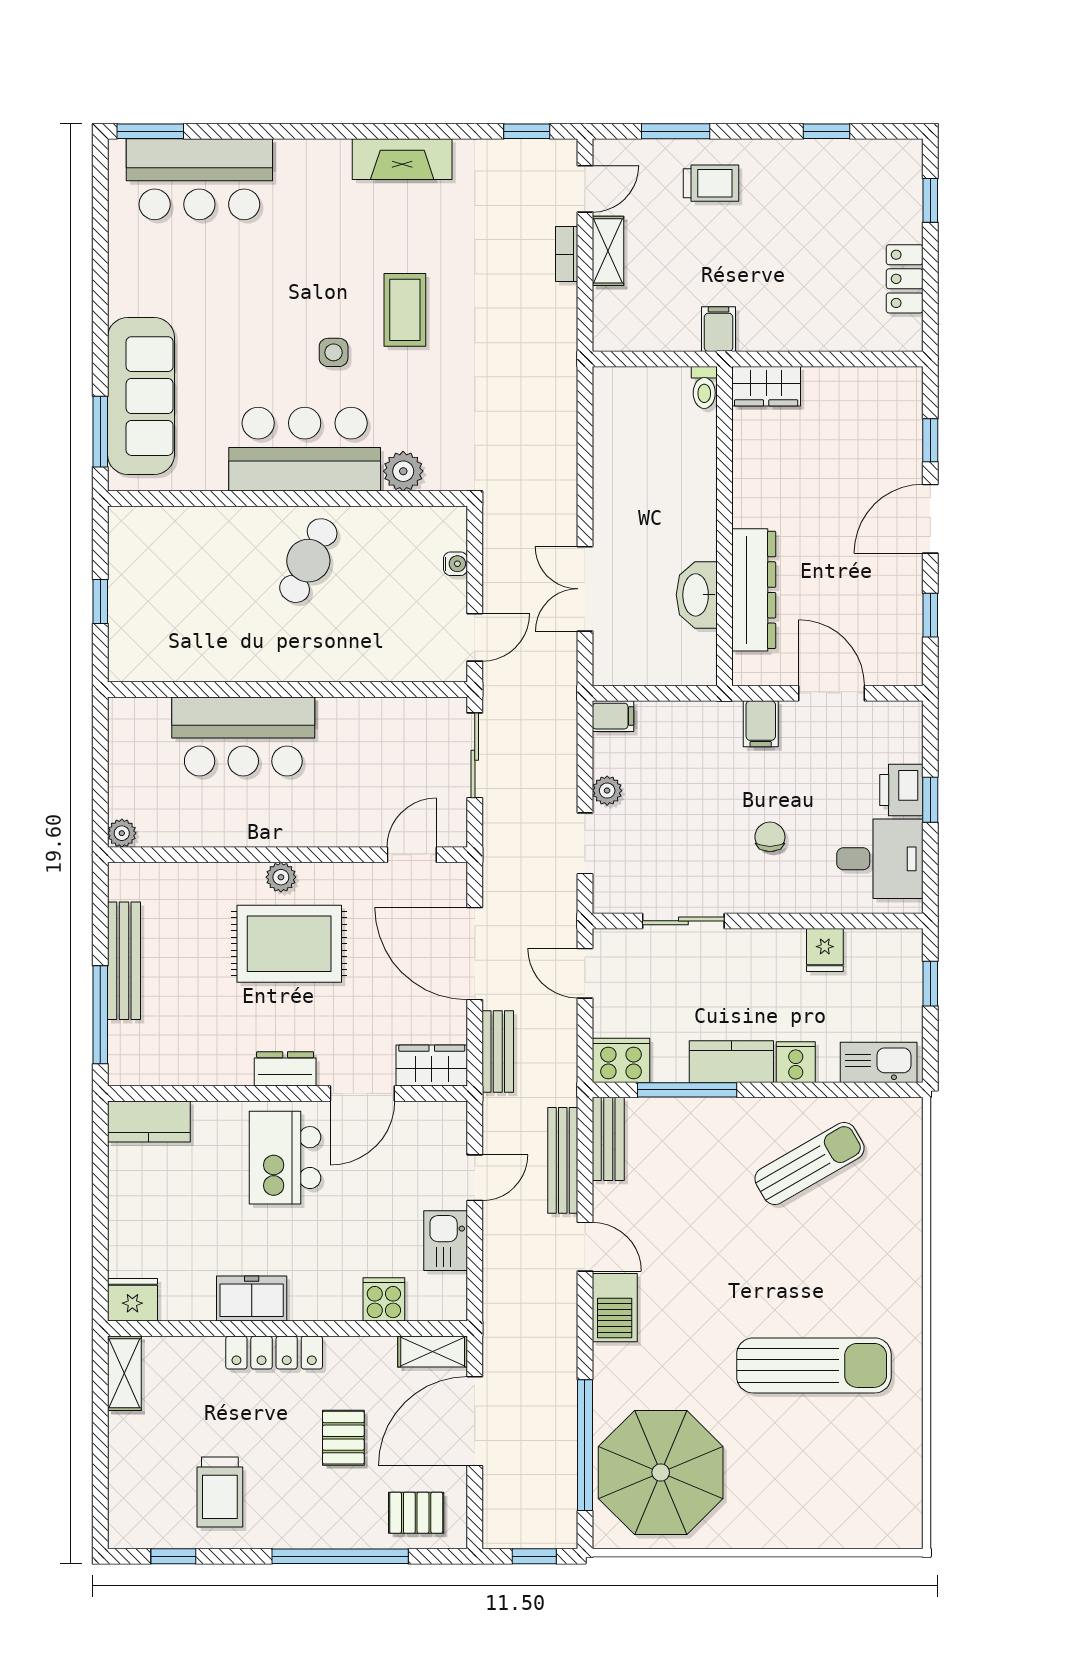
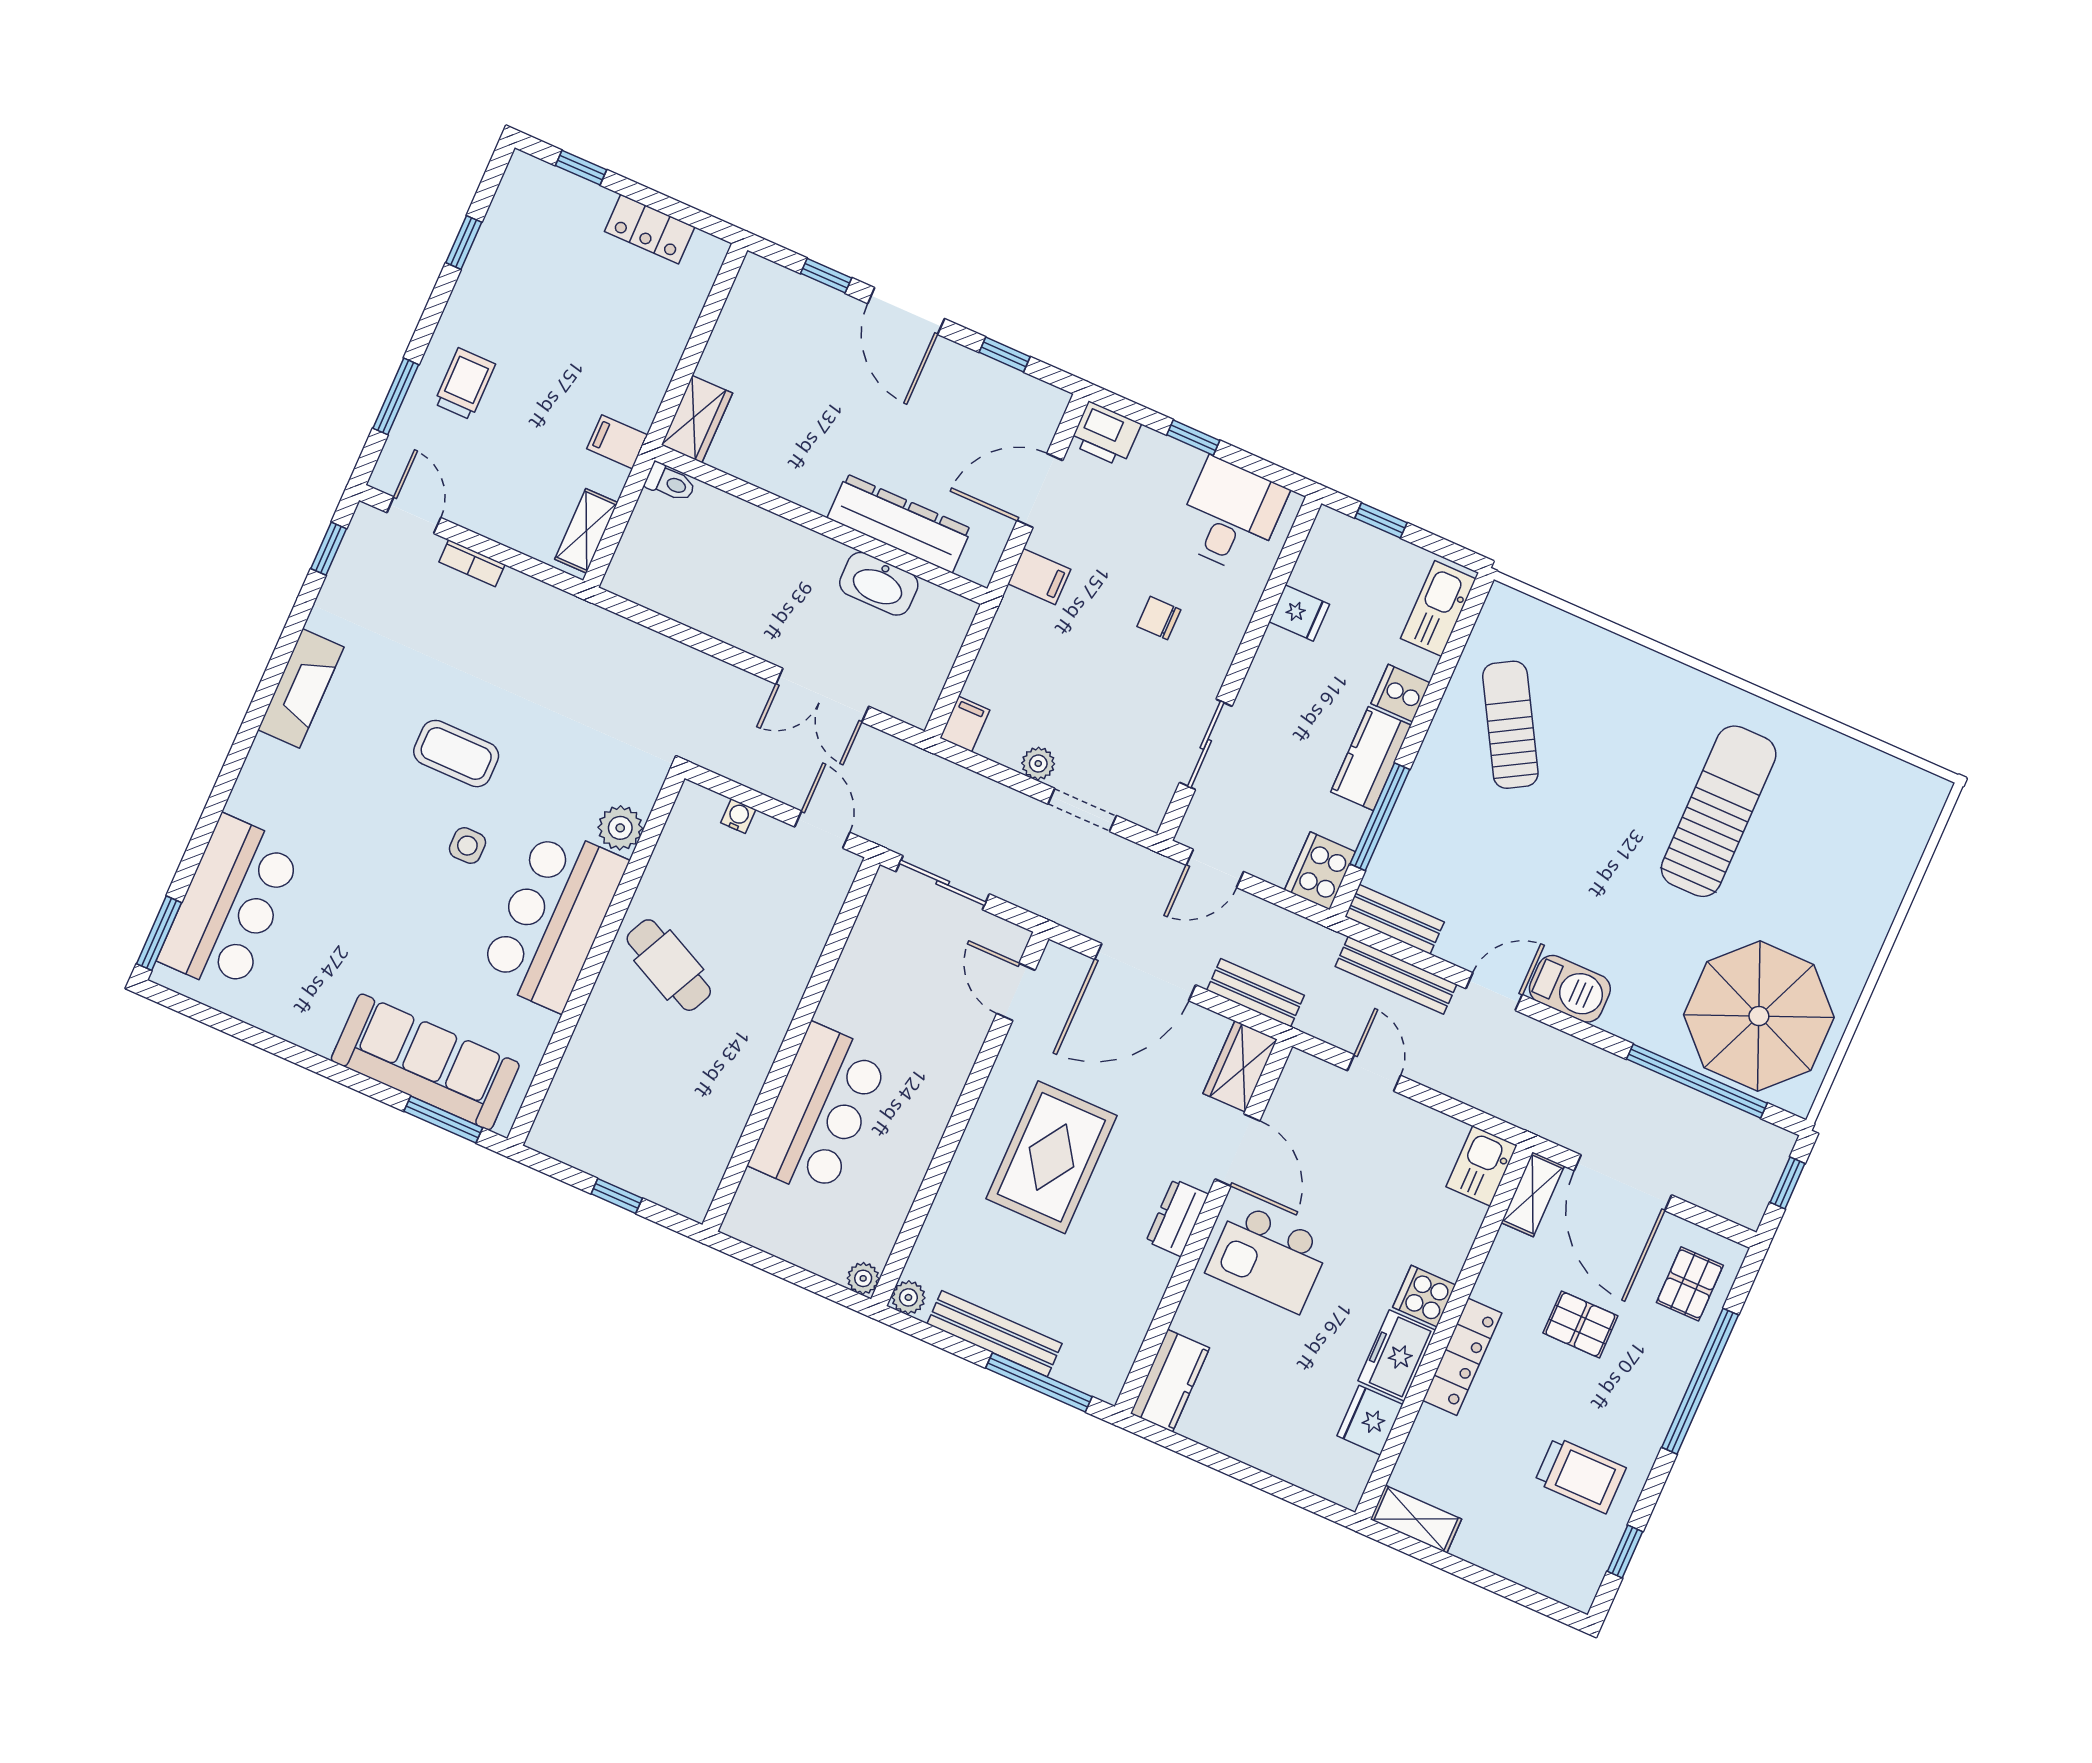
shelving: (608, 251) -> (586, 531), moved, turned 90
printer: (901, 790) -> (1105, 434), moved
plant: (281, 877) -> (908, 1297), moved
kitchen sink: (446, 1241) -> (1482, 1166), moved, turned 90
cooker: (384, 1299) -> (1424, 1296), moved
fridge: (132, 1300) -> (1370, 1420), moved

